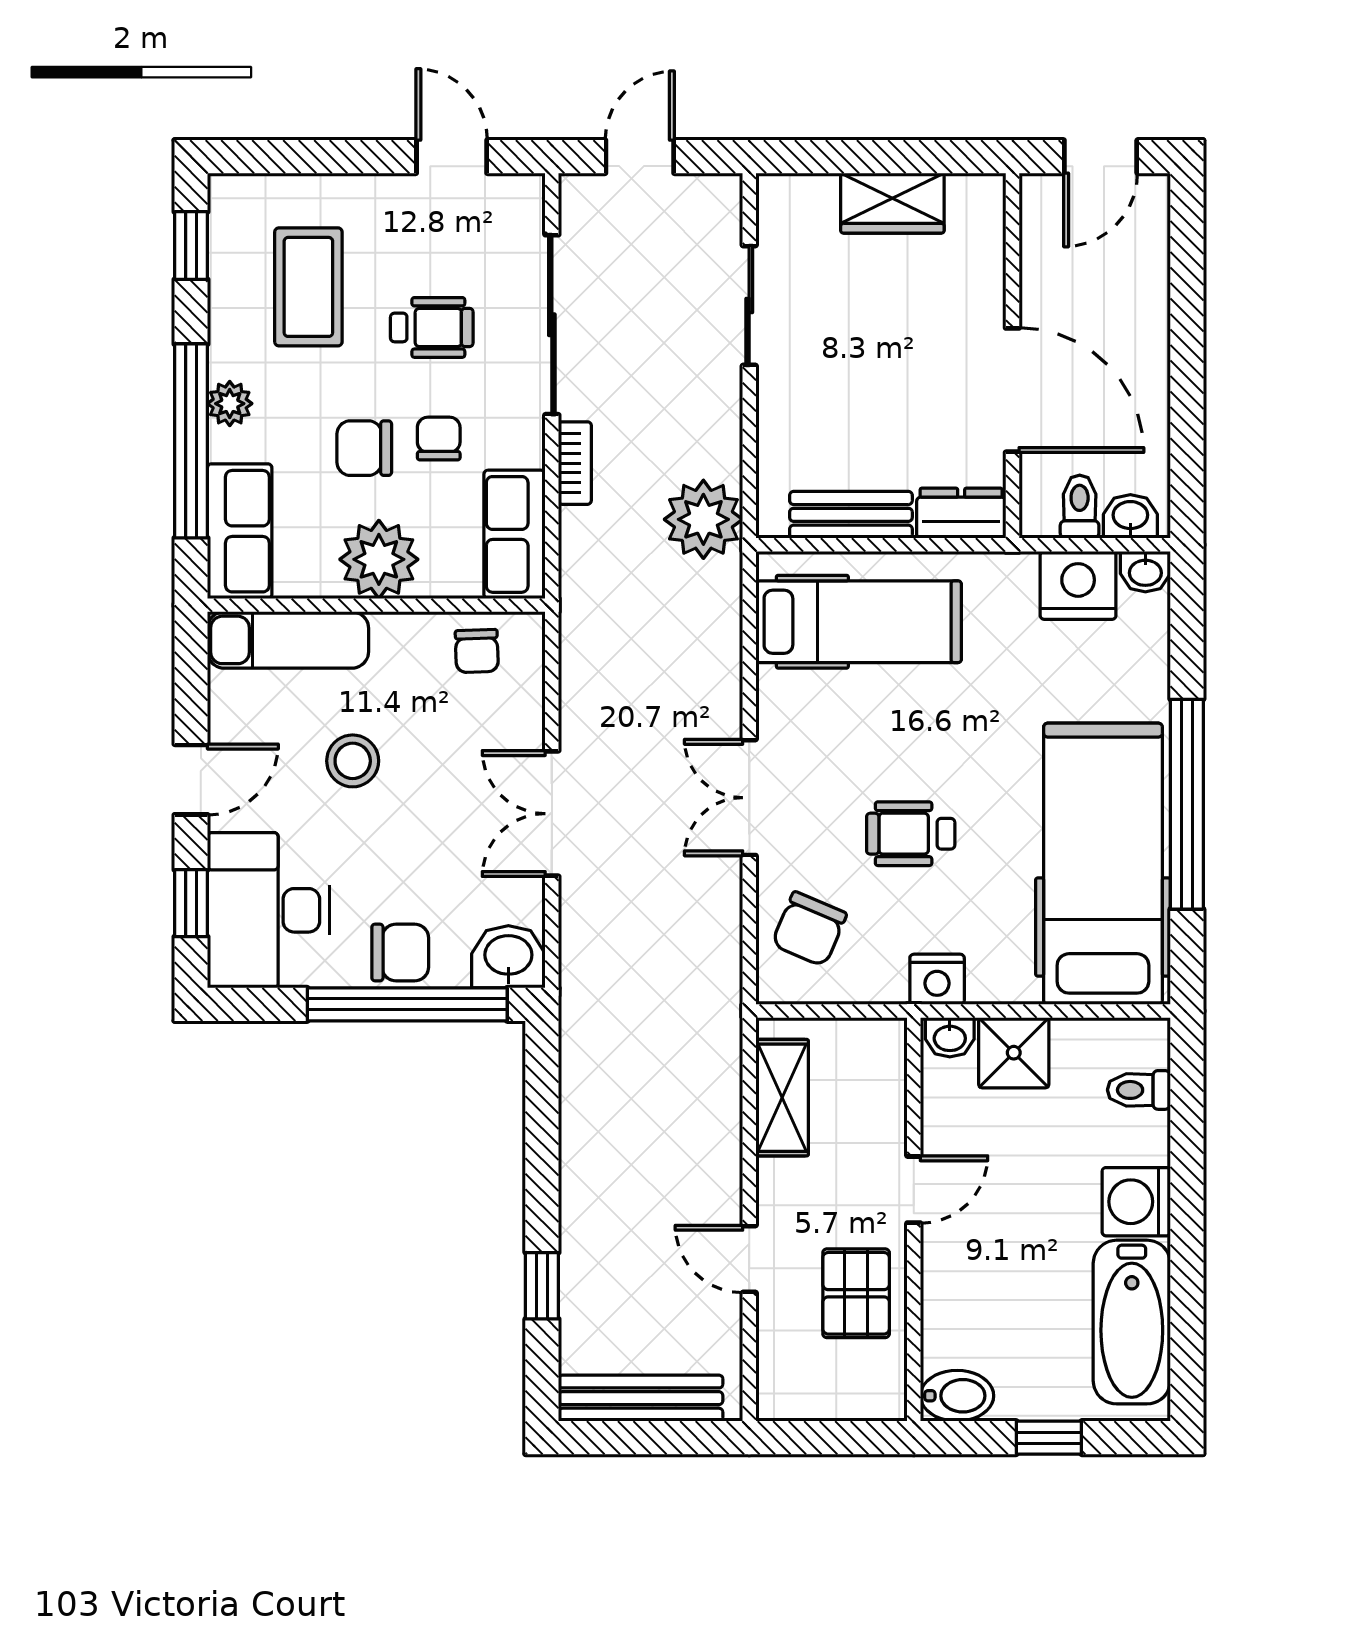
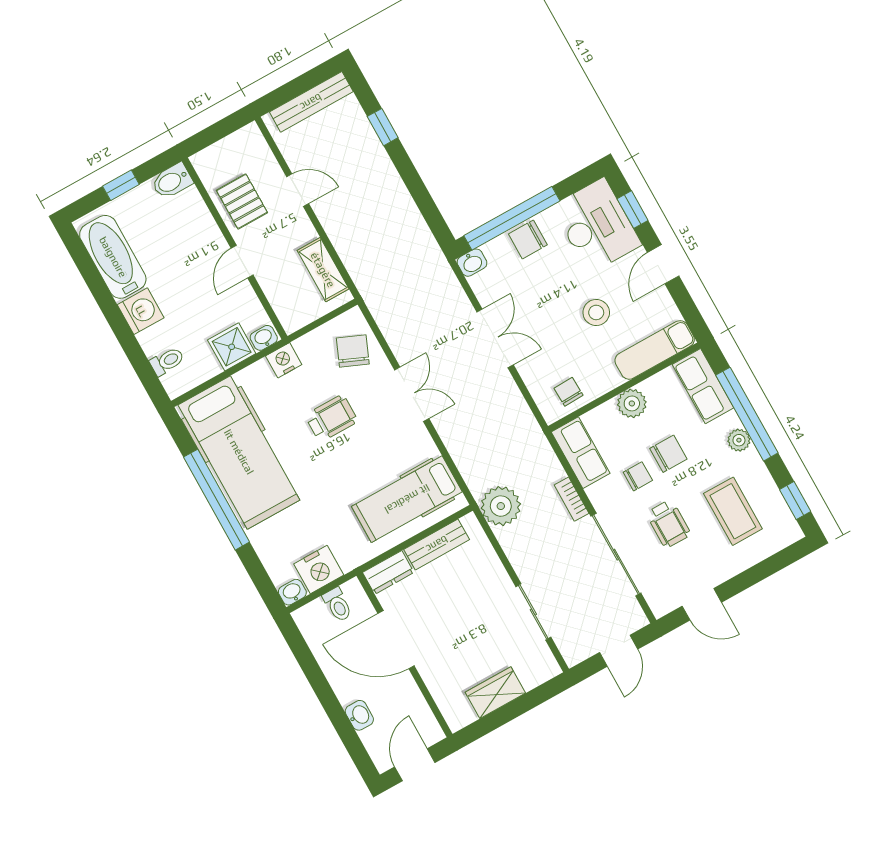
wheelchair: (432, 327) -> (668, 524), turned -90
chair: (439, 439) -> (638, 476), turned -90
washbasin: (1130, 516) -> (359, 715), moved, turned -90
plant: (379, 559) -> (632, 403), width x0.73, depth x0.73
washbasin: (508, 957) -> (472, 263), width x0.72, depth x0.69

